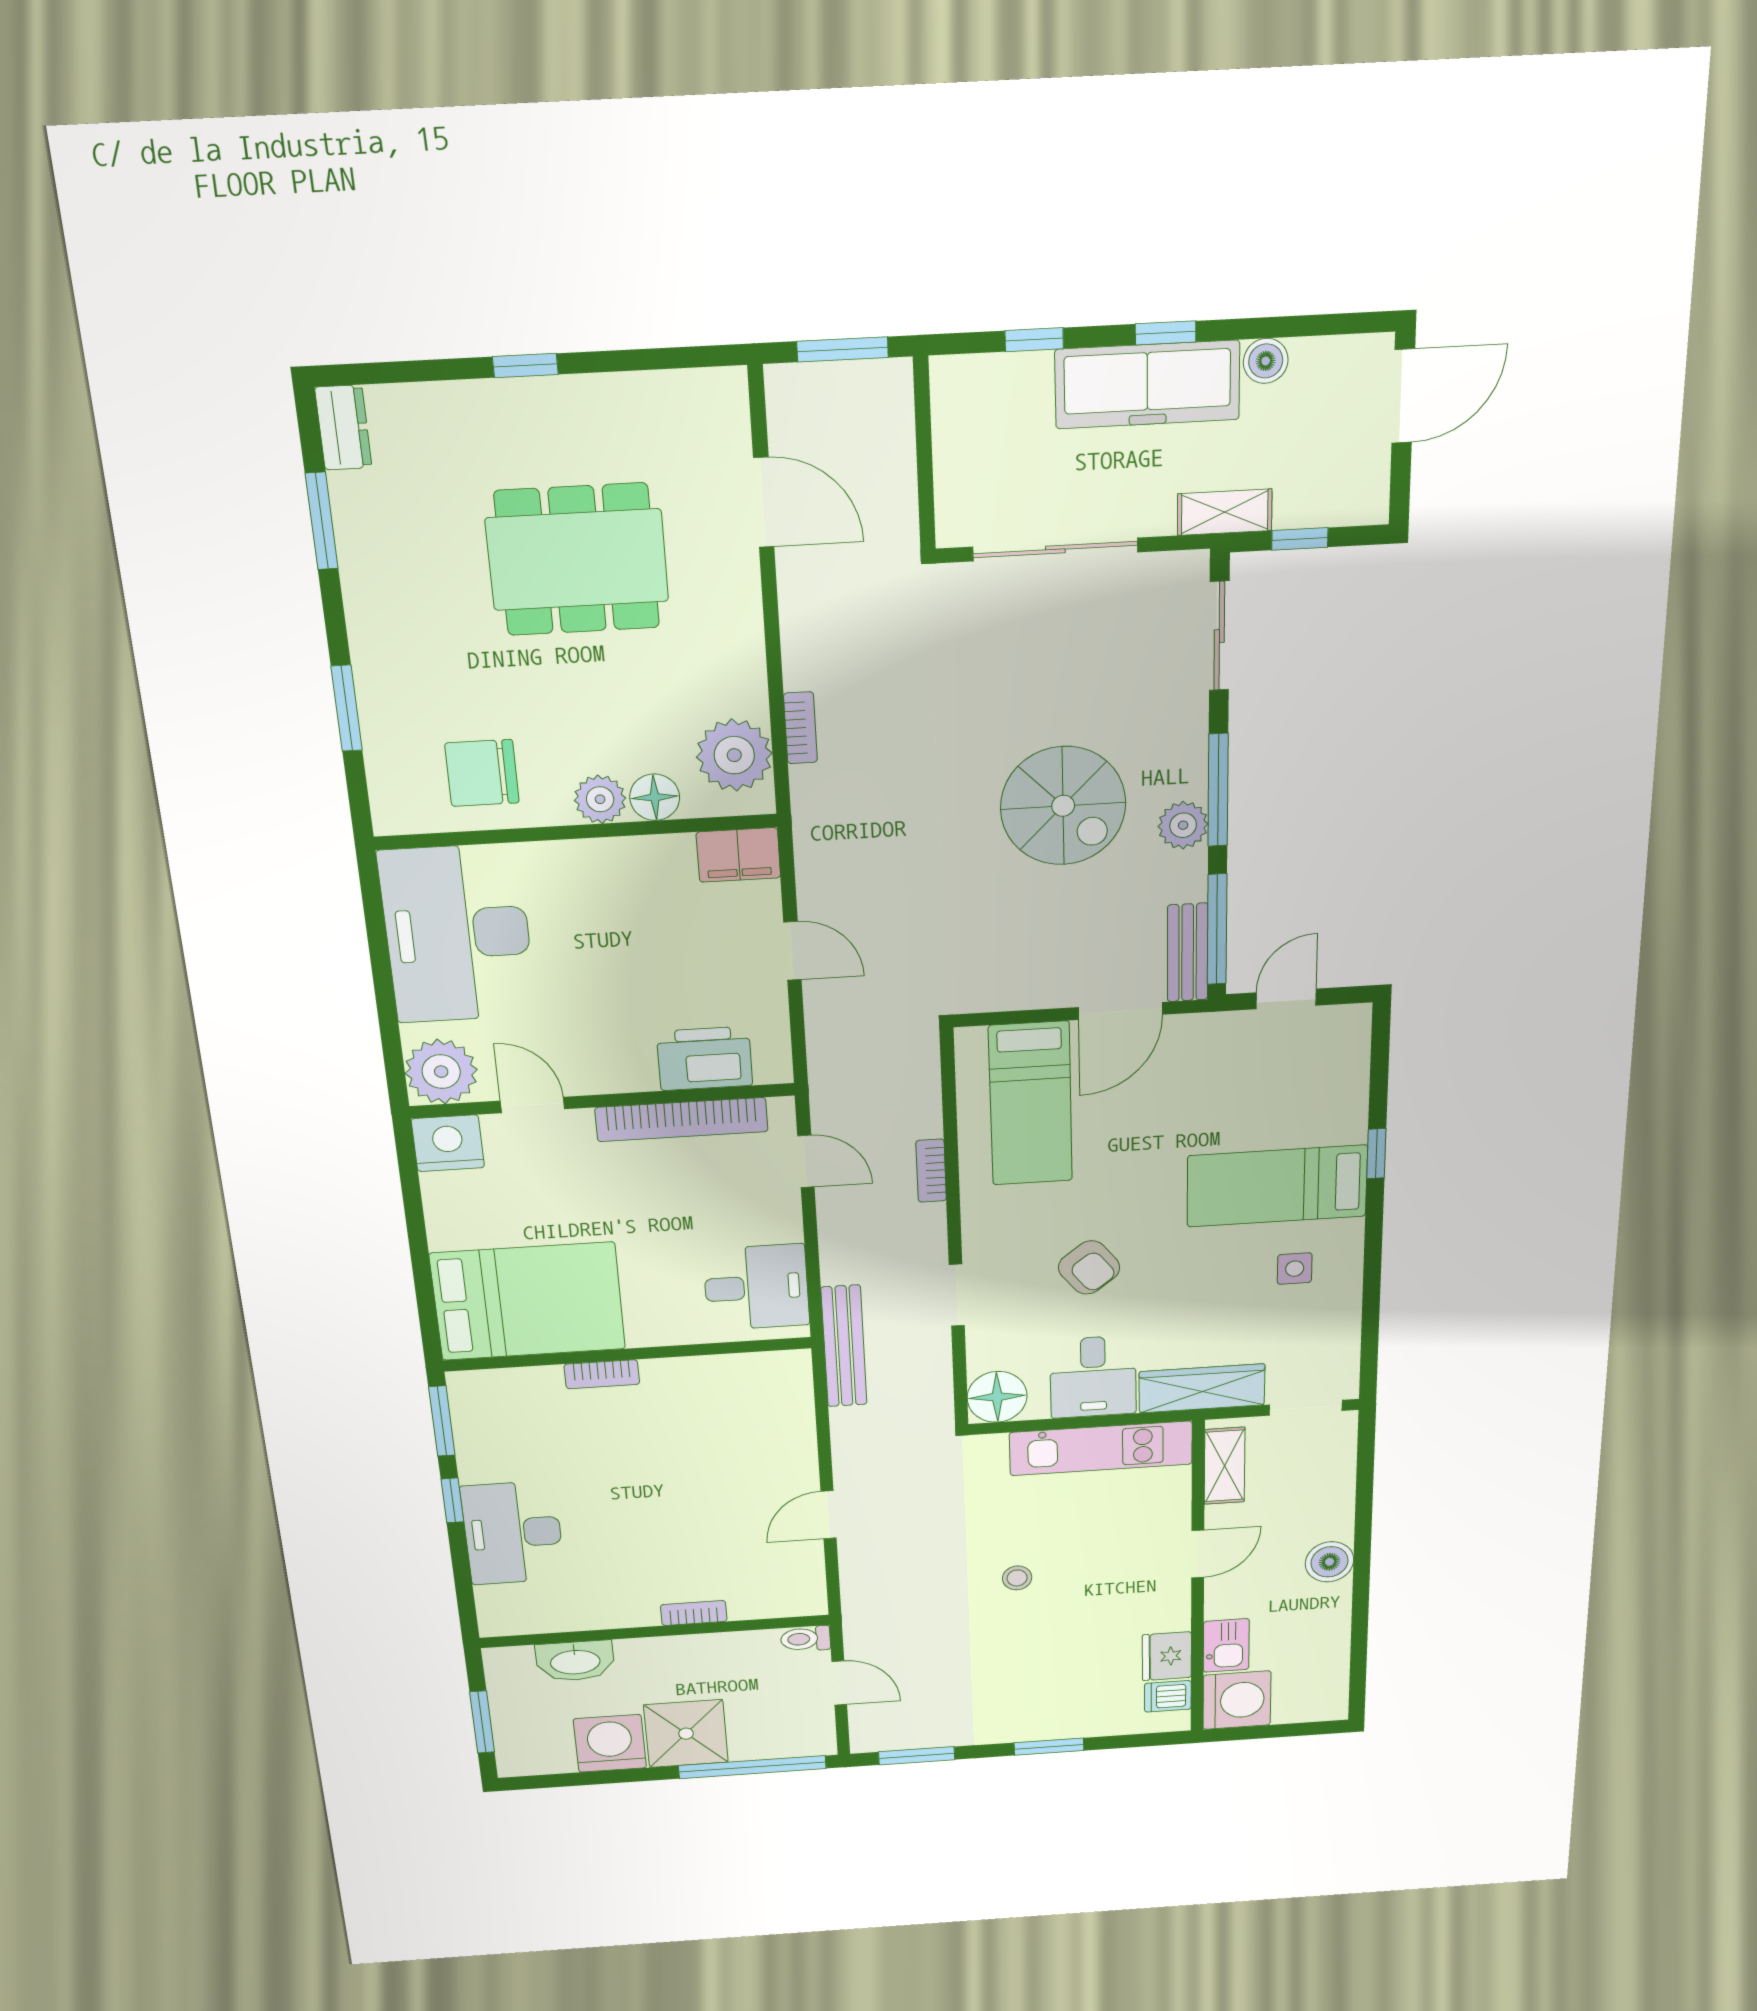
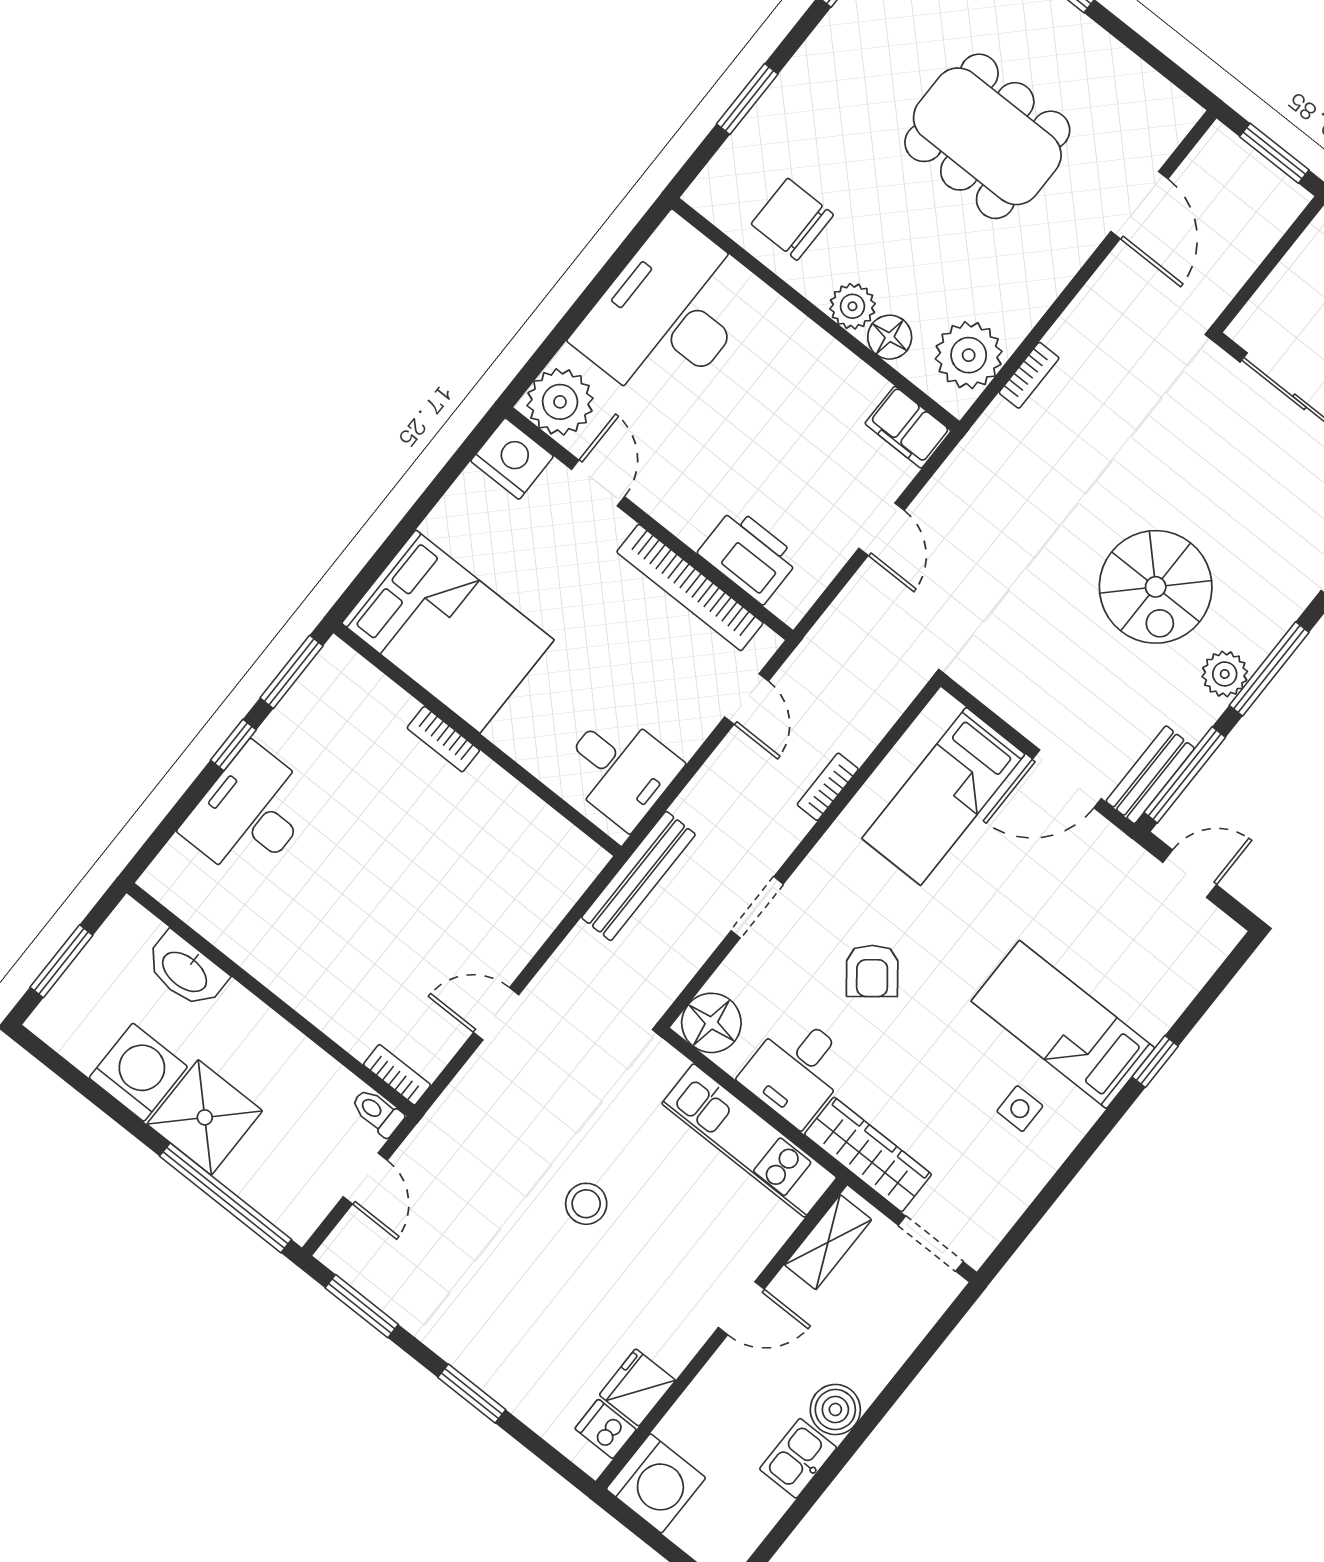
stool: (1017, 1578) -> (586, 1204), width x1.37, depth x1.37
bookcase: (694, 1613) -> (397, 1075), moved
kitchen sink: (1226, 1645) -> (798, 1458), moved, turned 180

